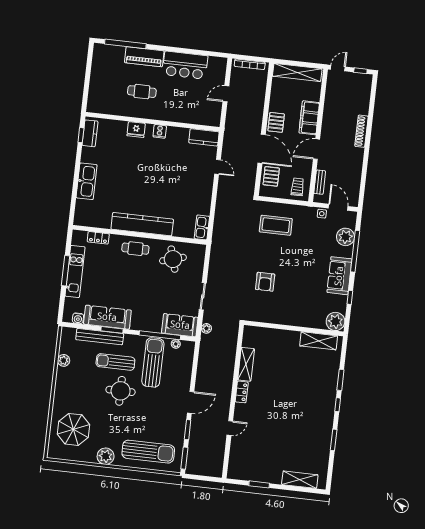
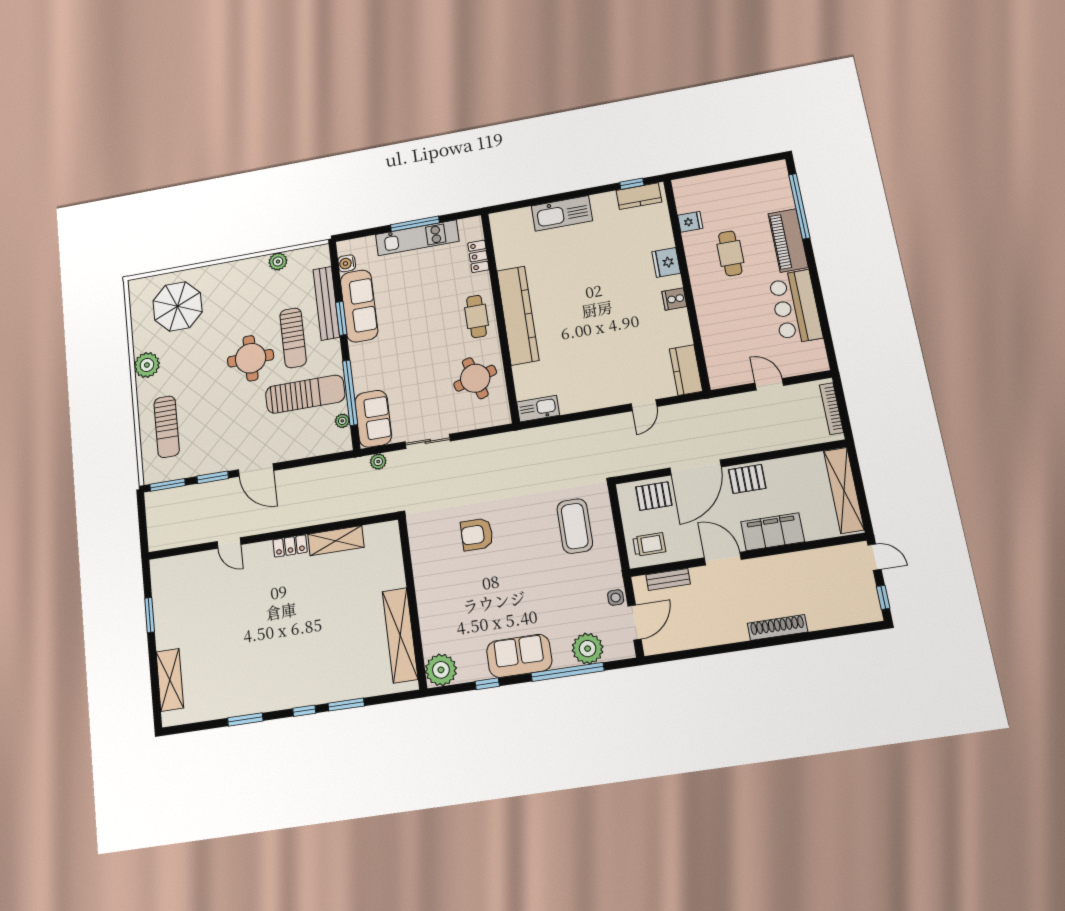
fridge: (115, 108) -> (690, 222), added
shelving: (319, 341) -> (400, 635), width x1.47
sun lounger: (115, 362) -> (293, 338), turned 180
sun lounger: (148, 452) -> (167, 427), width x0.73, depth x0.75

